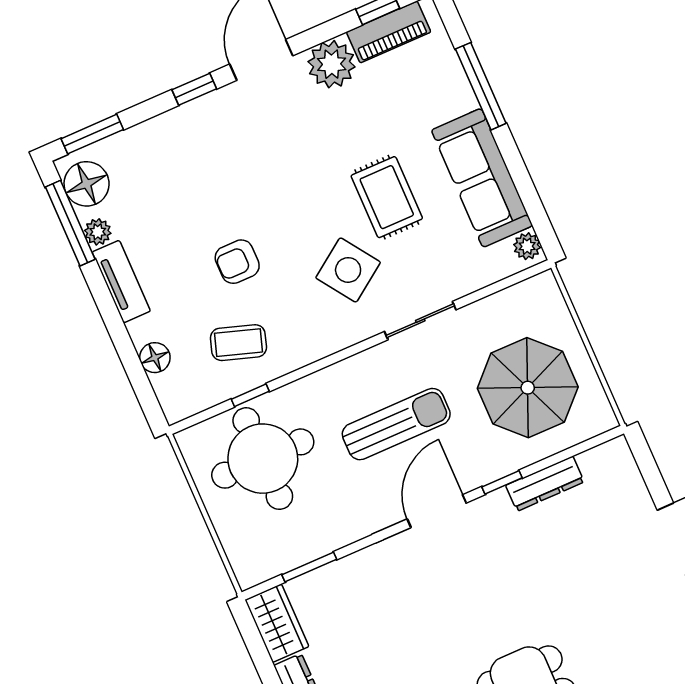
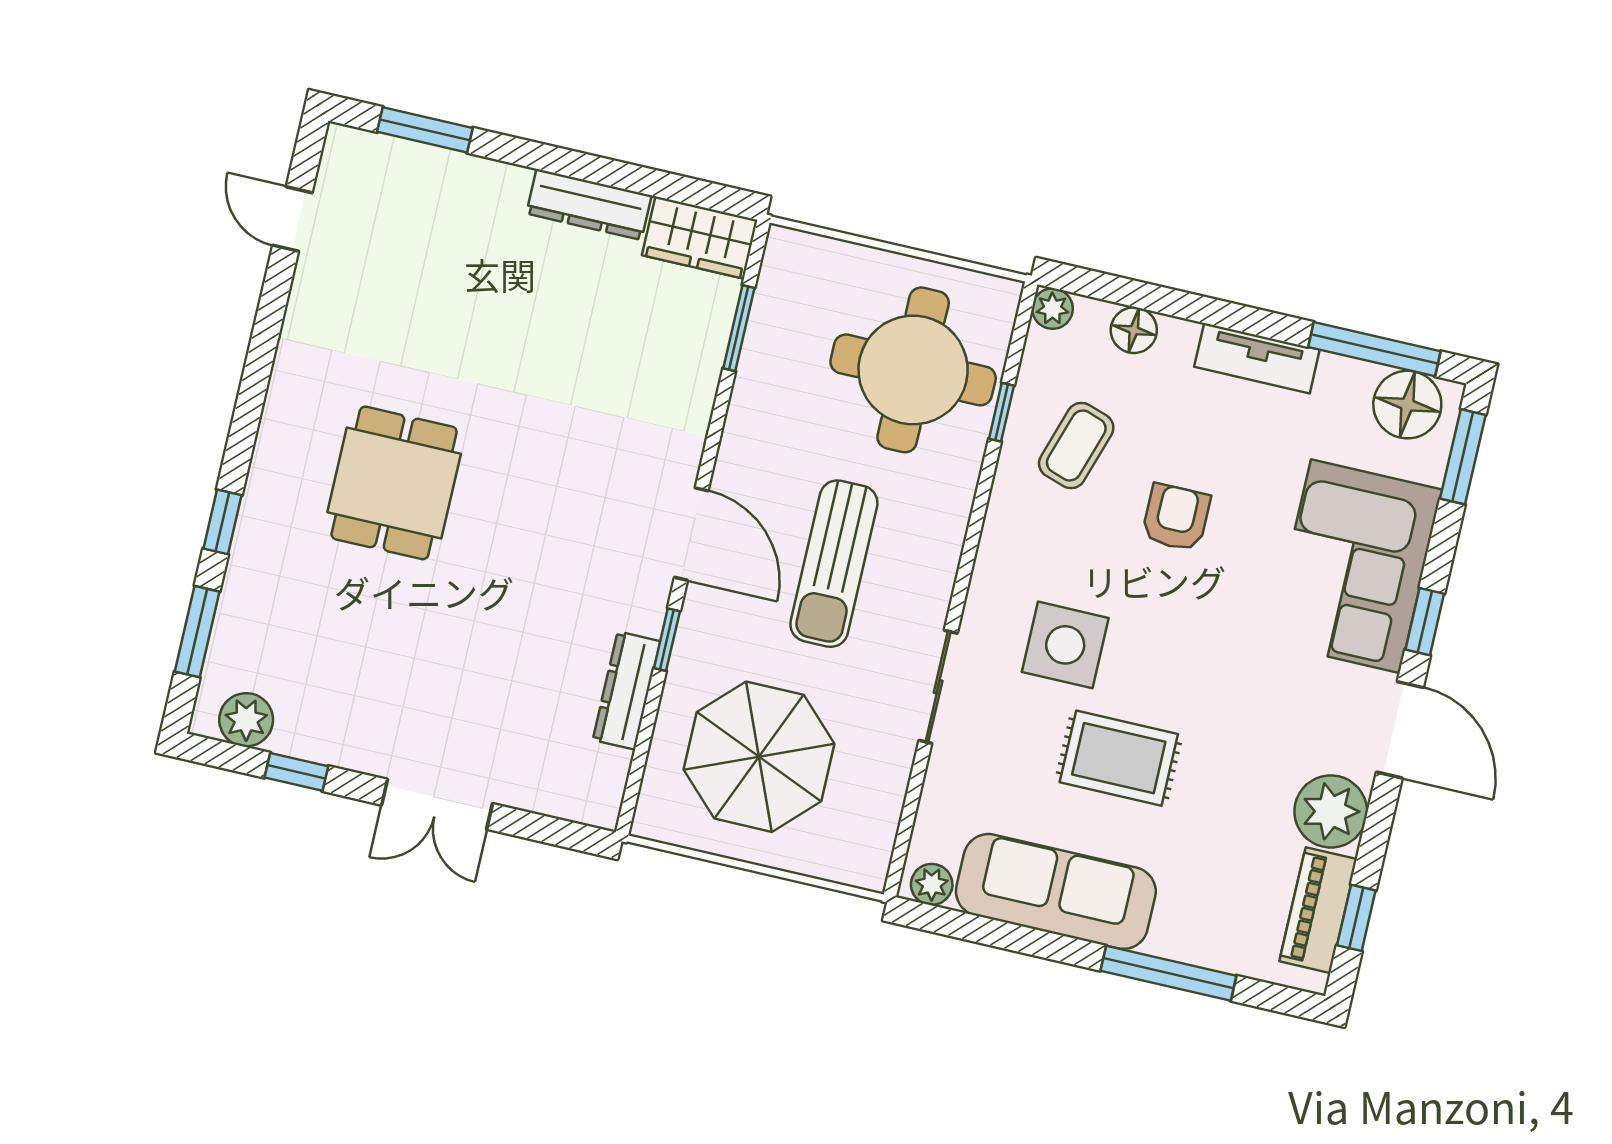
corner sofa: (192, 148) -> (1355, 566), added
plant: (98, 232) -> (1052, 309), moved
side table: (348, 270) -> (1065, 645), turned 35

